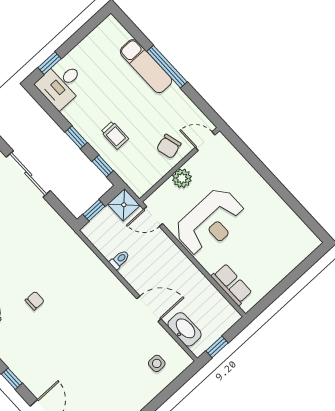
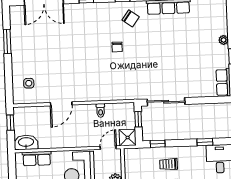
window: (76, 137) -> (205, 142), moved
sliding door: (28, 174) -> (166, 102), moved
washbasin: (184, 329) -> (26, 142), moved, turned 180

